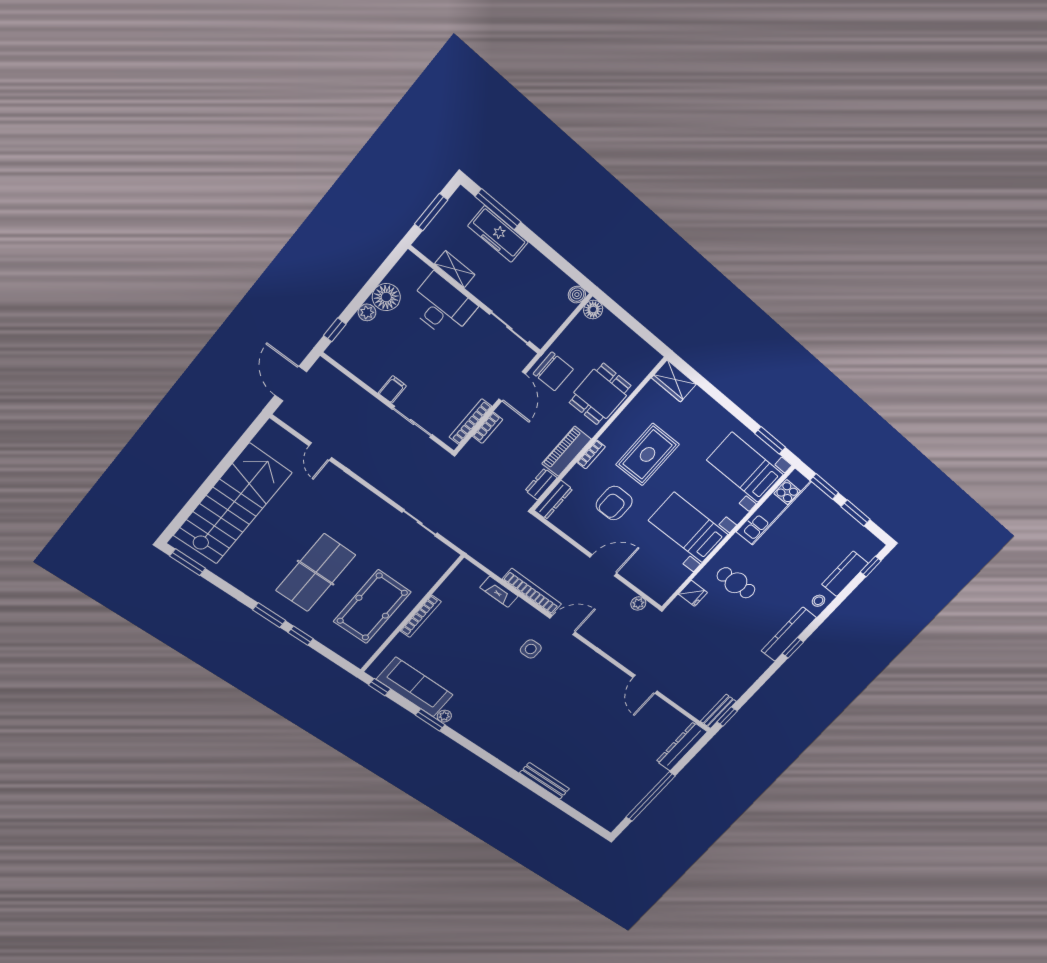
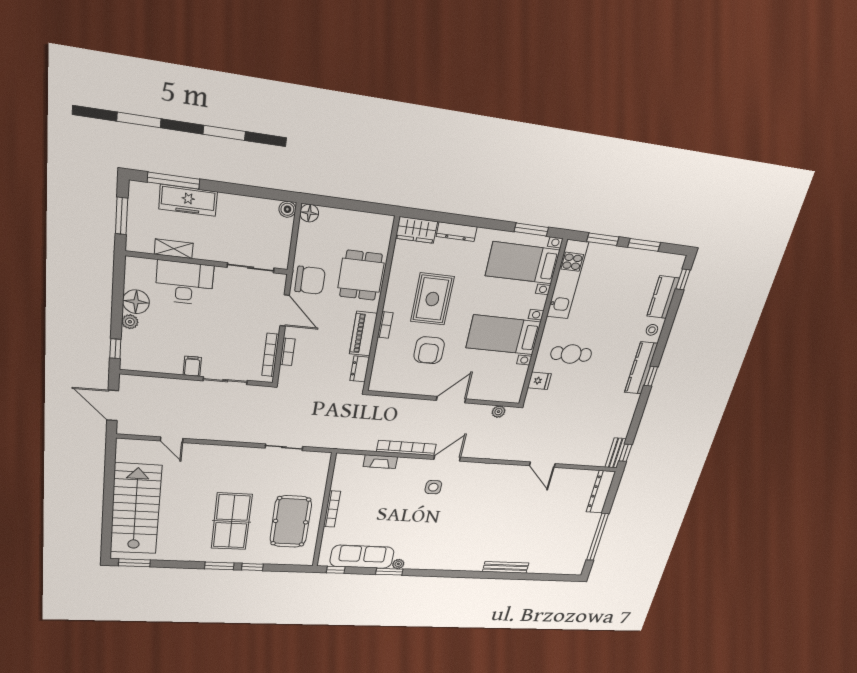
dresser: (553, 500) -> (457, 232), moved, turned 90

